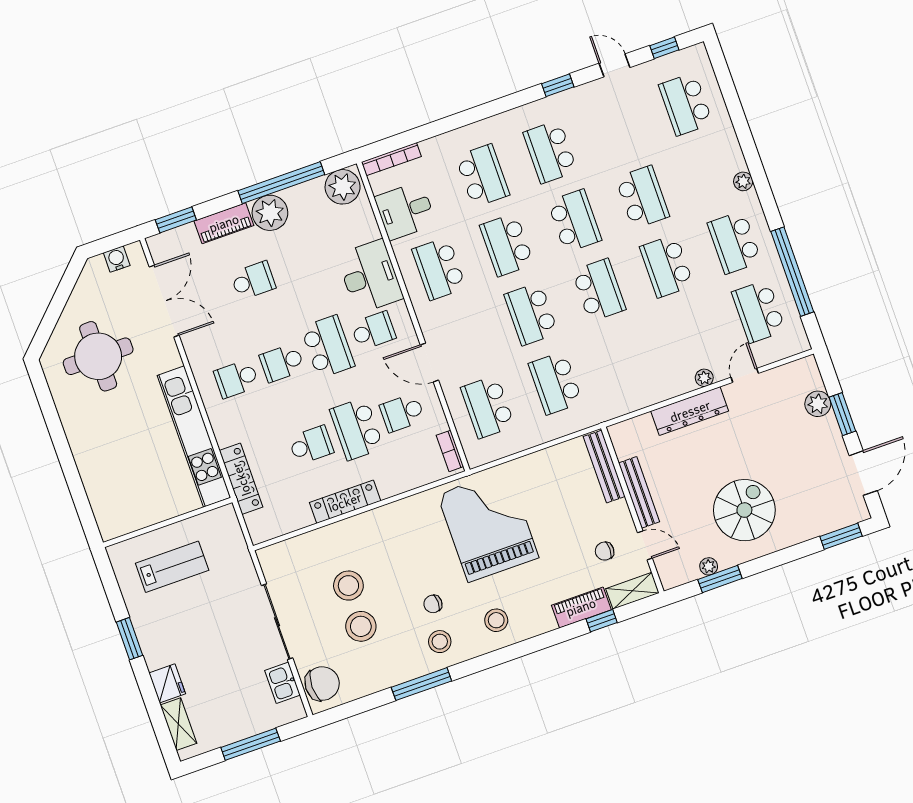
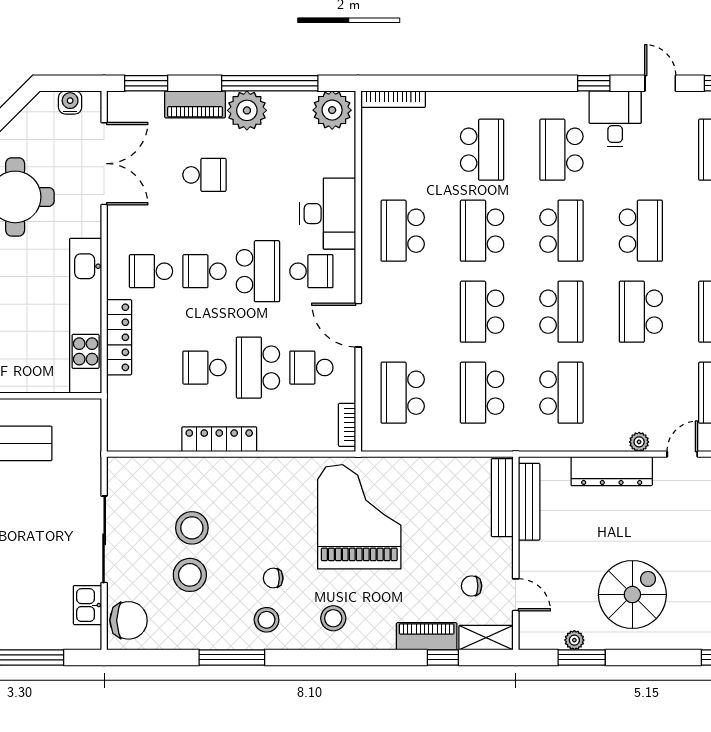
desk: (405, 211) -> (615, 119), moved, turned 90
school desk: (623, 359) -> (561, 393), added
school desk: (311, 445) -> (204, 368), turned 180
locker: (241, 479) -> (119, 337), moved
bench: (639, 492) -> (529, 502), moved

